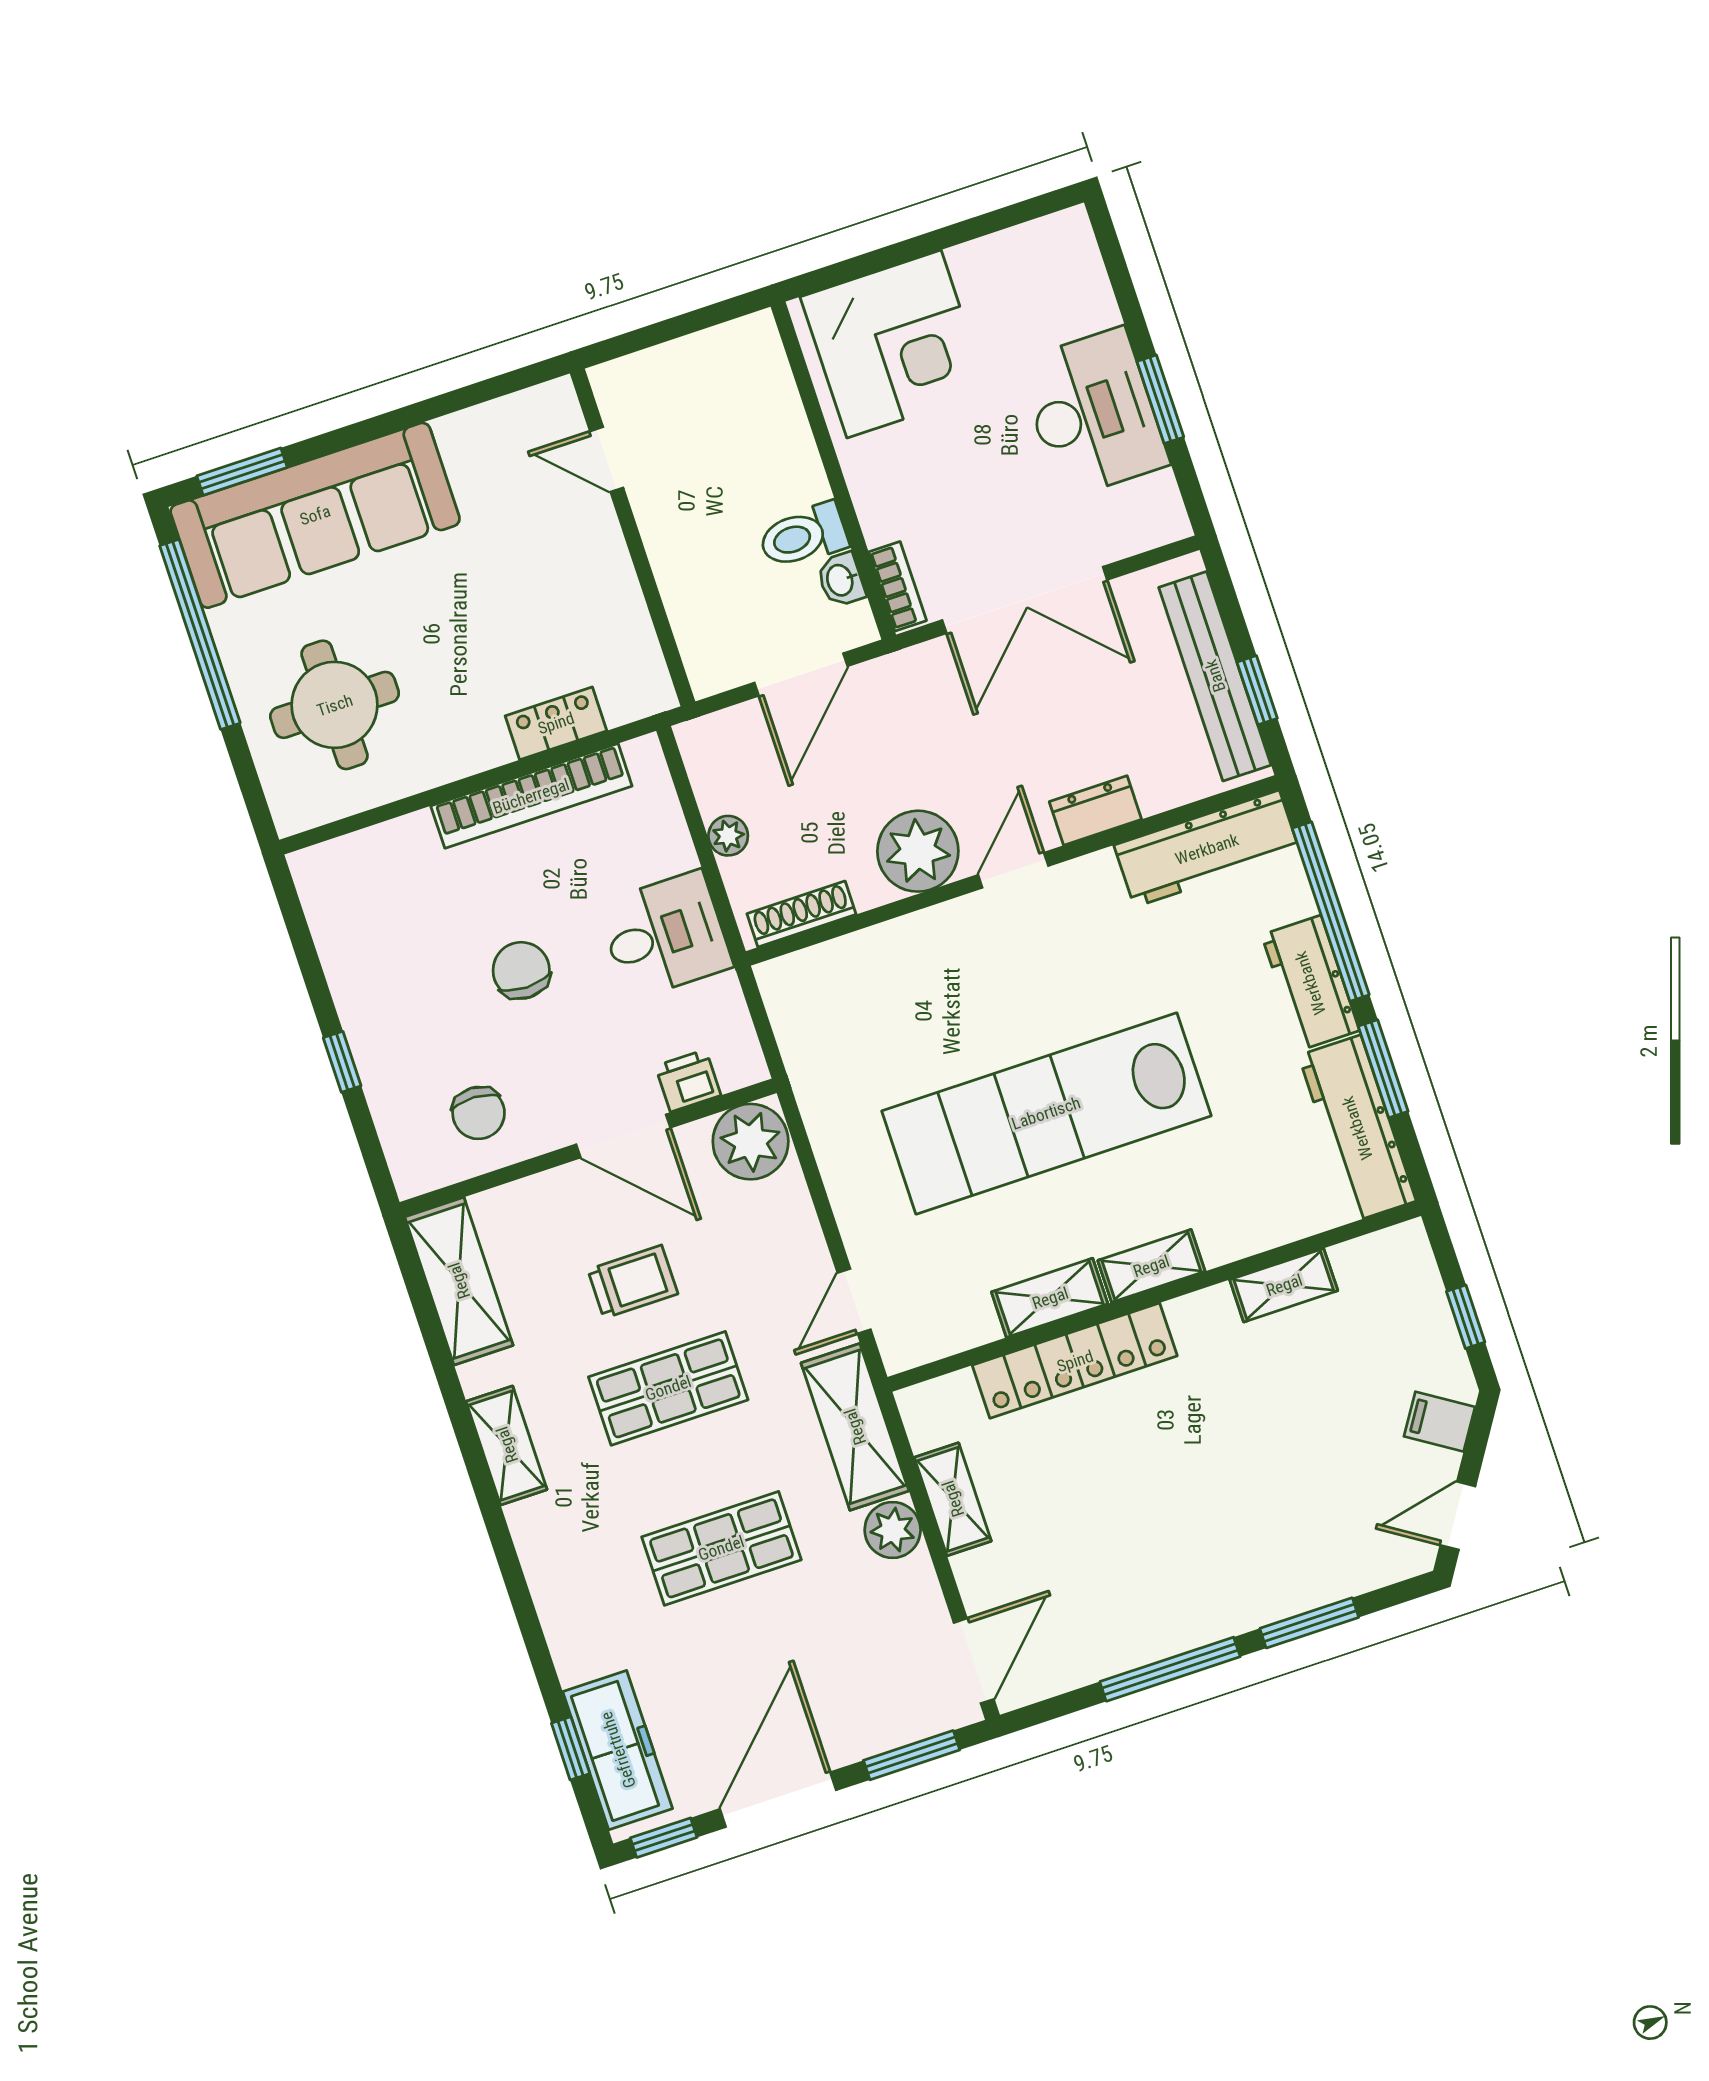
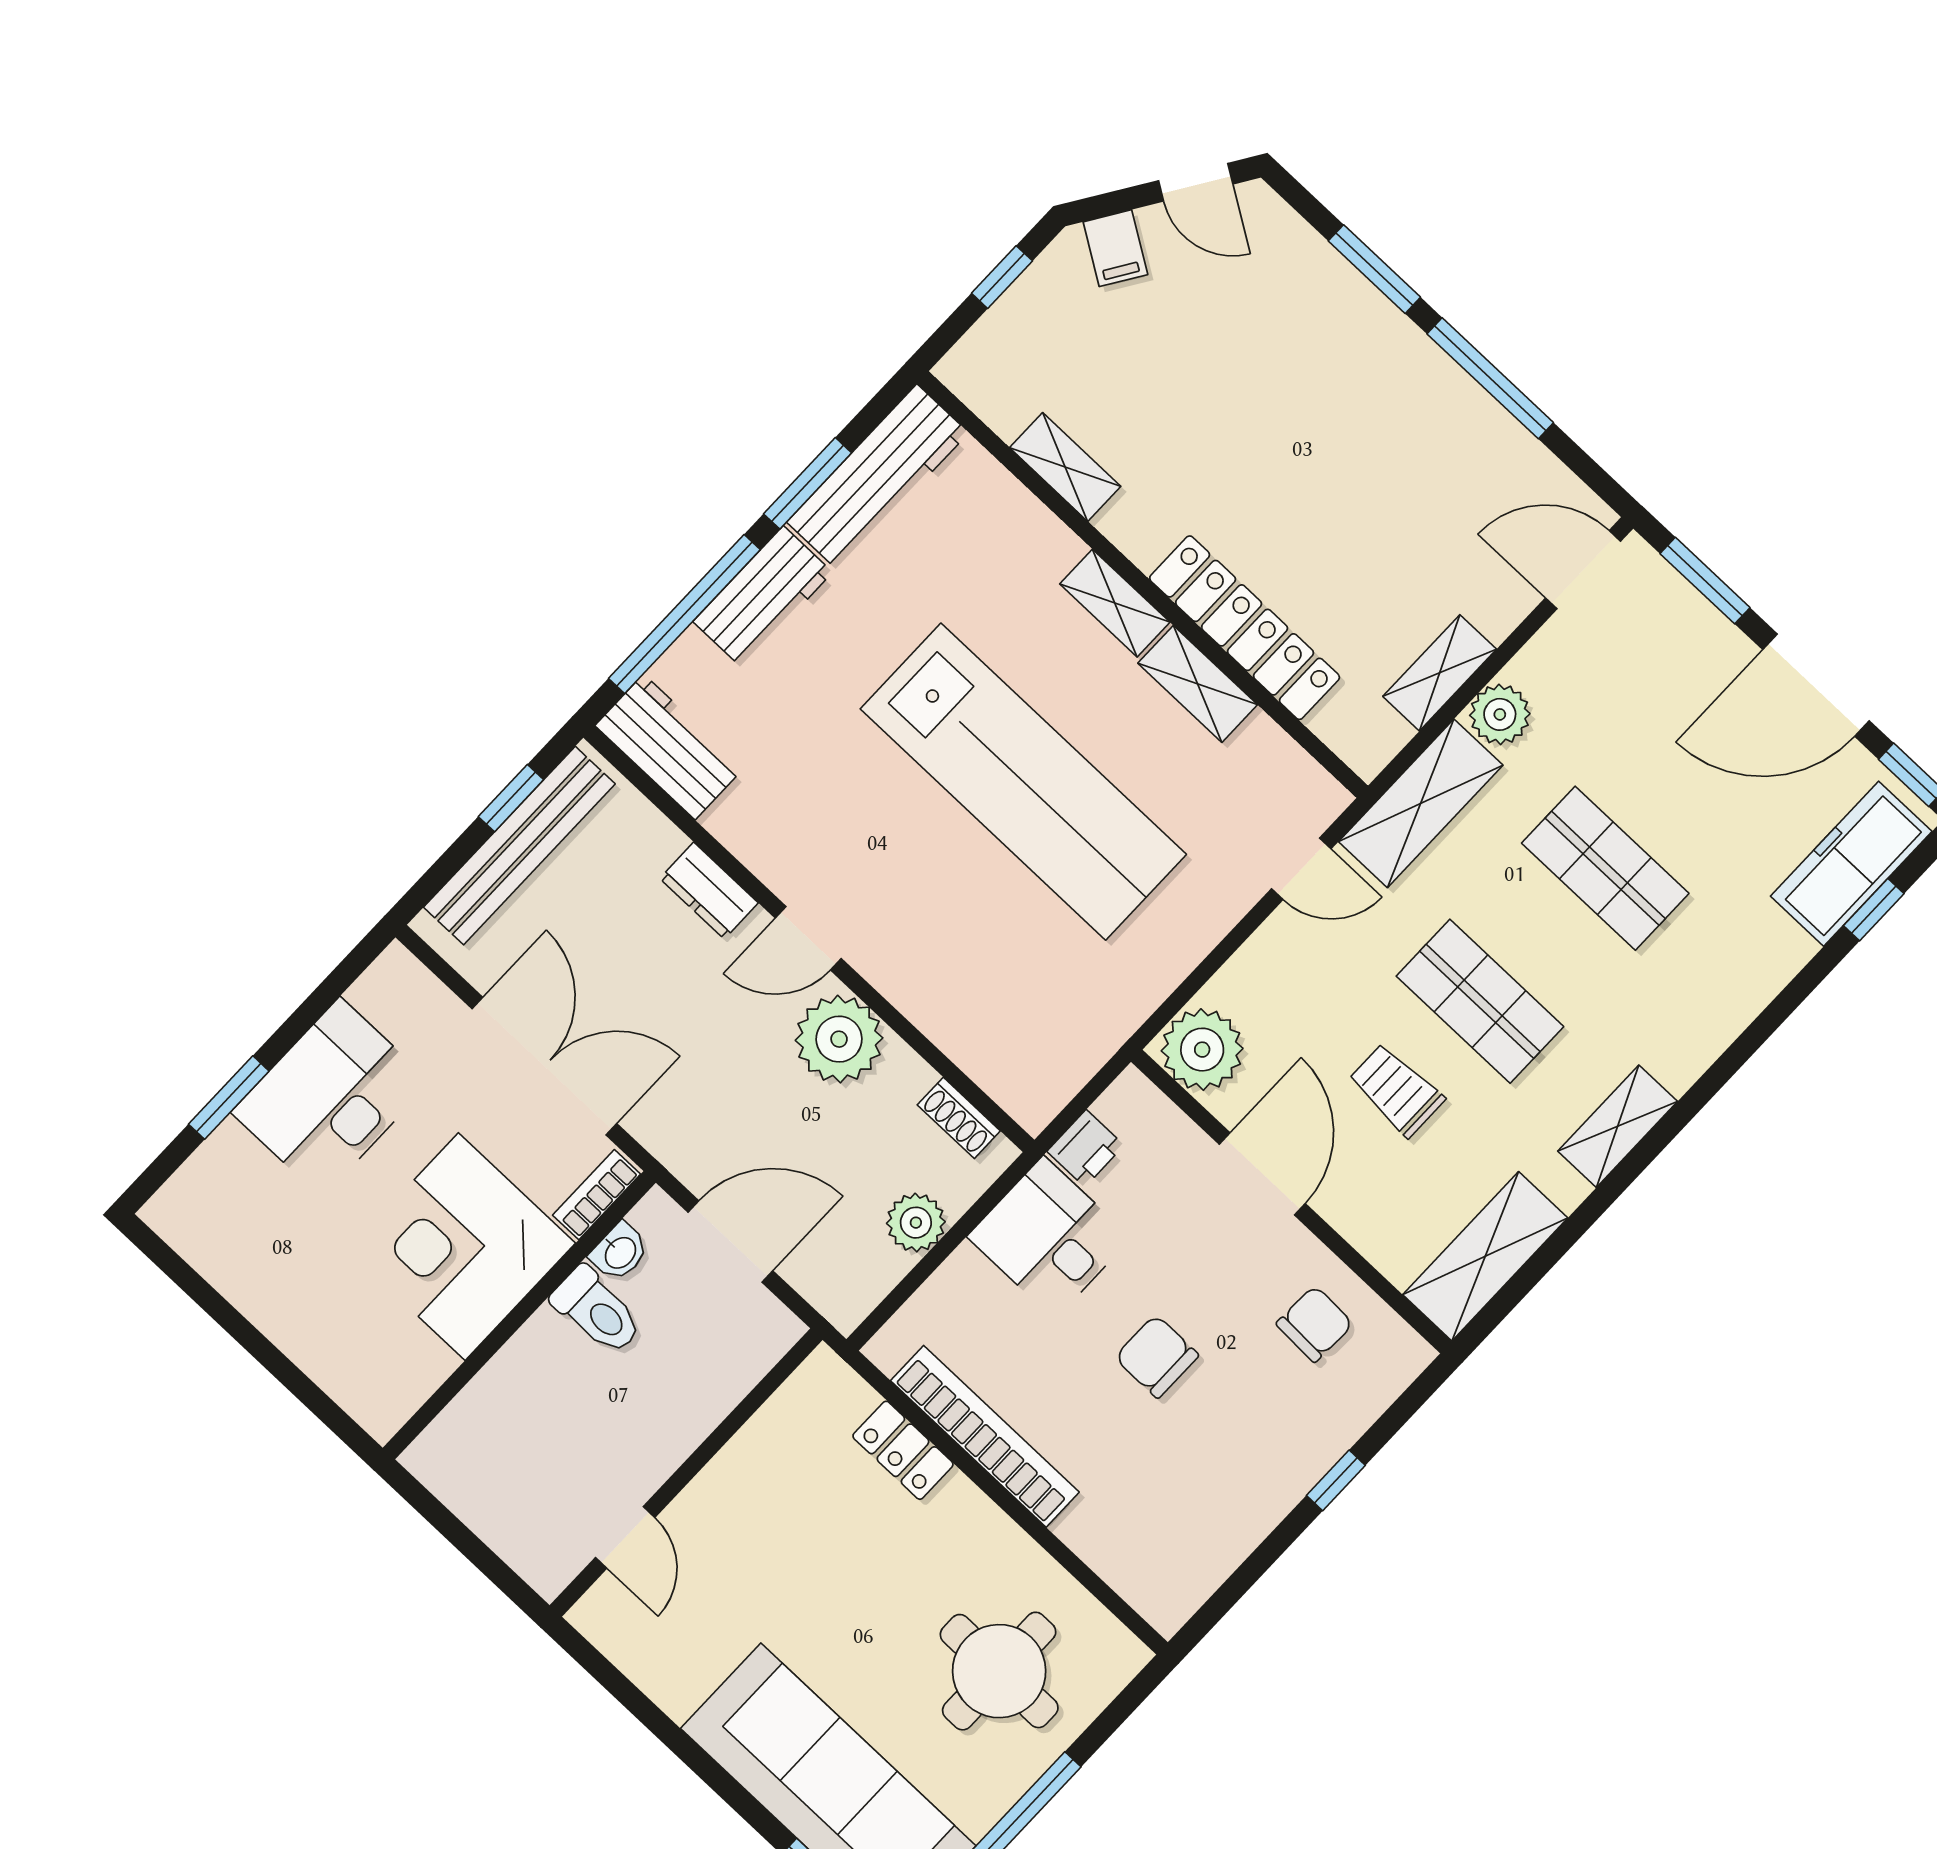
corner desk: (894, 344) -> (462, 1247), moved, turned -90
window: (1160, 399) -> (229, 1098), moved
plant: (728, 836) -> (916, 1223), width x1.38, depth x1.38
workbench: (1207, 849) -> (669, 747), width x0.73
shoe rack: (802, 914) -> (959, 1118), width x0.70
chair: (521, 970) -> (1157, 1356), turned 90
printer: (688, 1081) -> (1085, 1148), moved, turned -90

